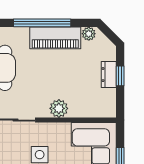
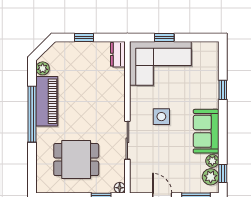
dresser: (109, 75) -> (118, 54), moved, turned 90
plant: (59, 108) -> (116, 98), removed

